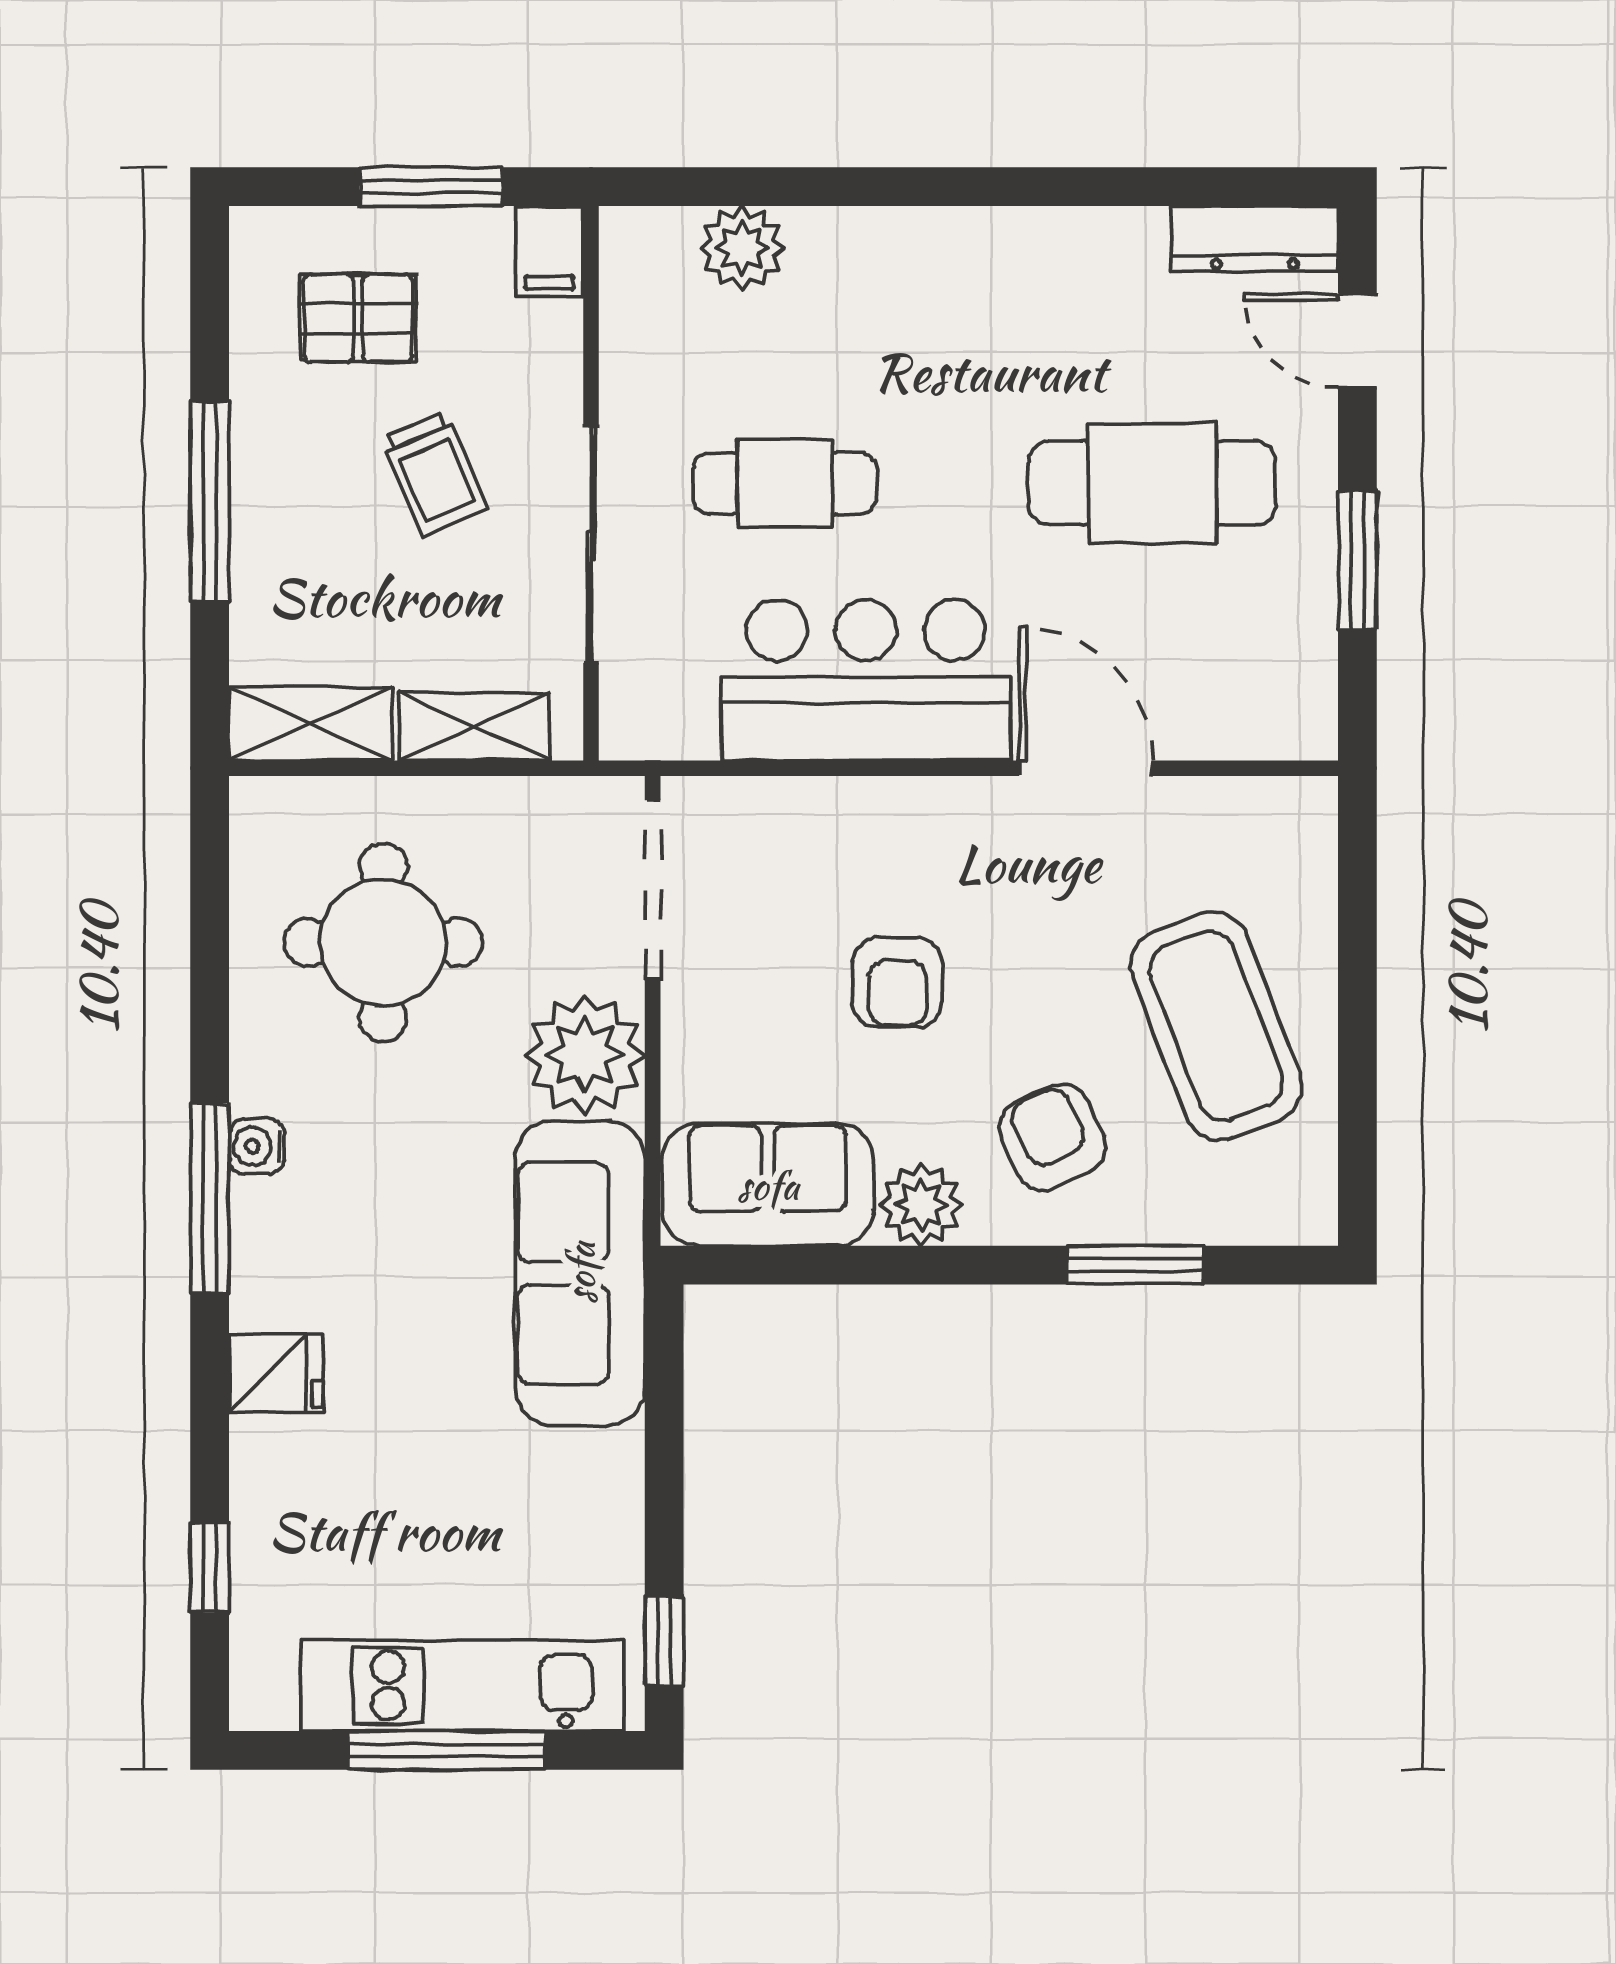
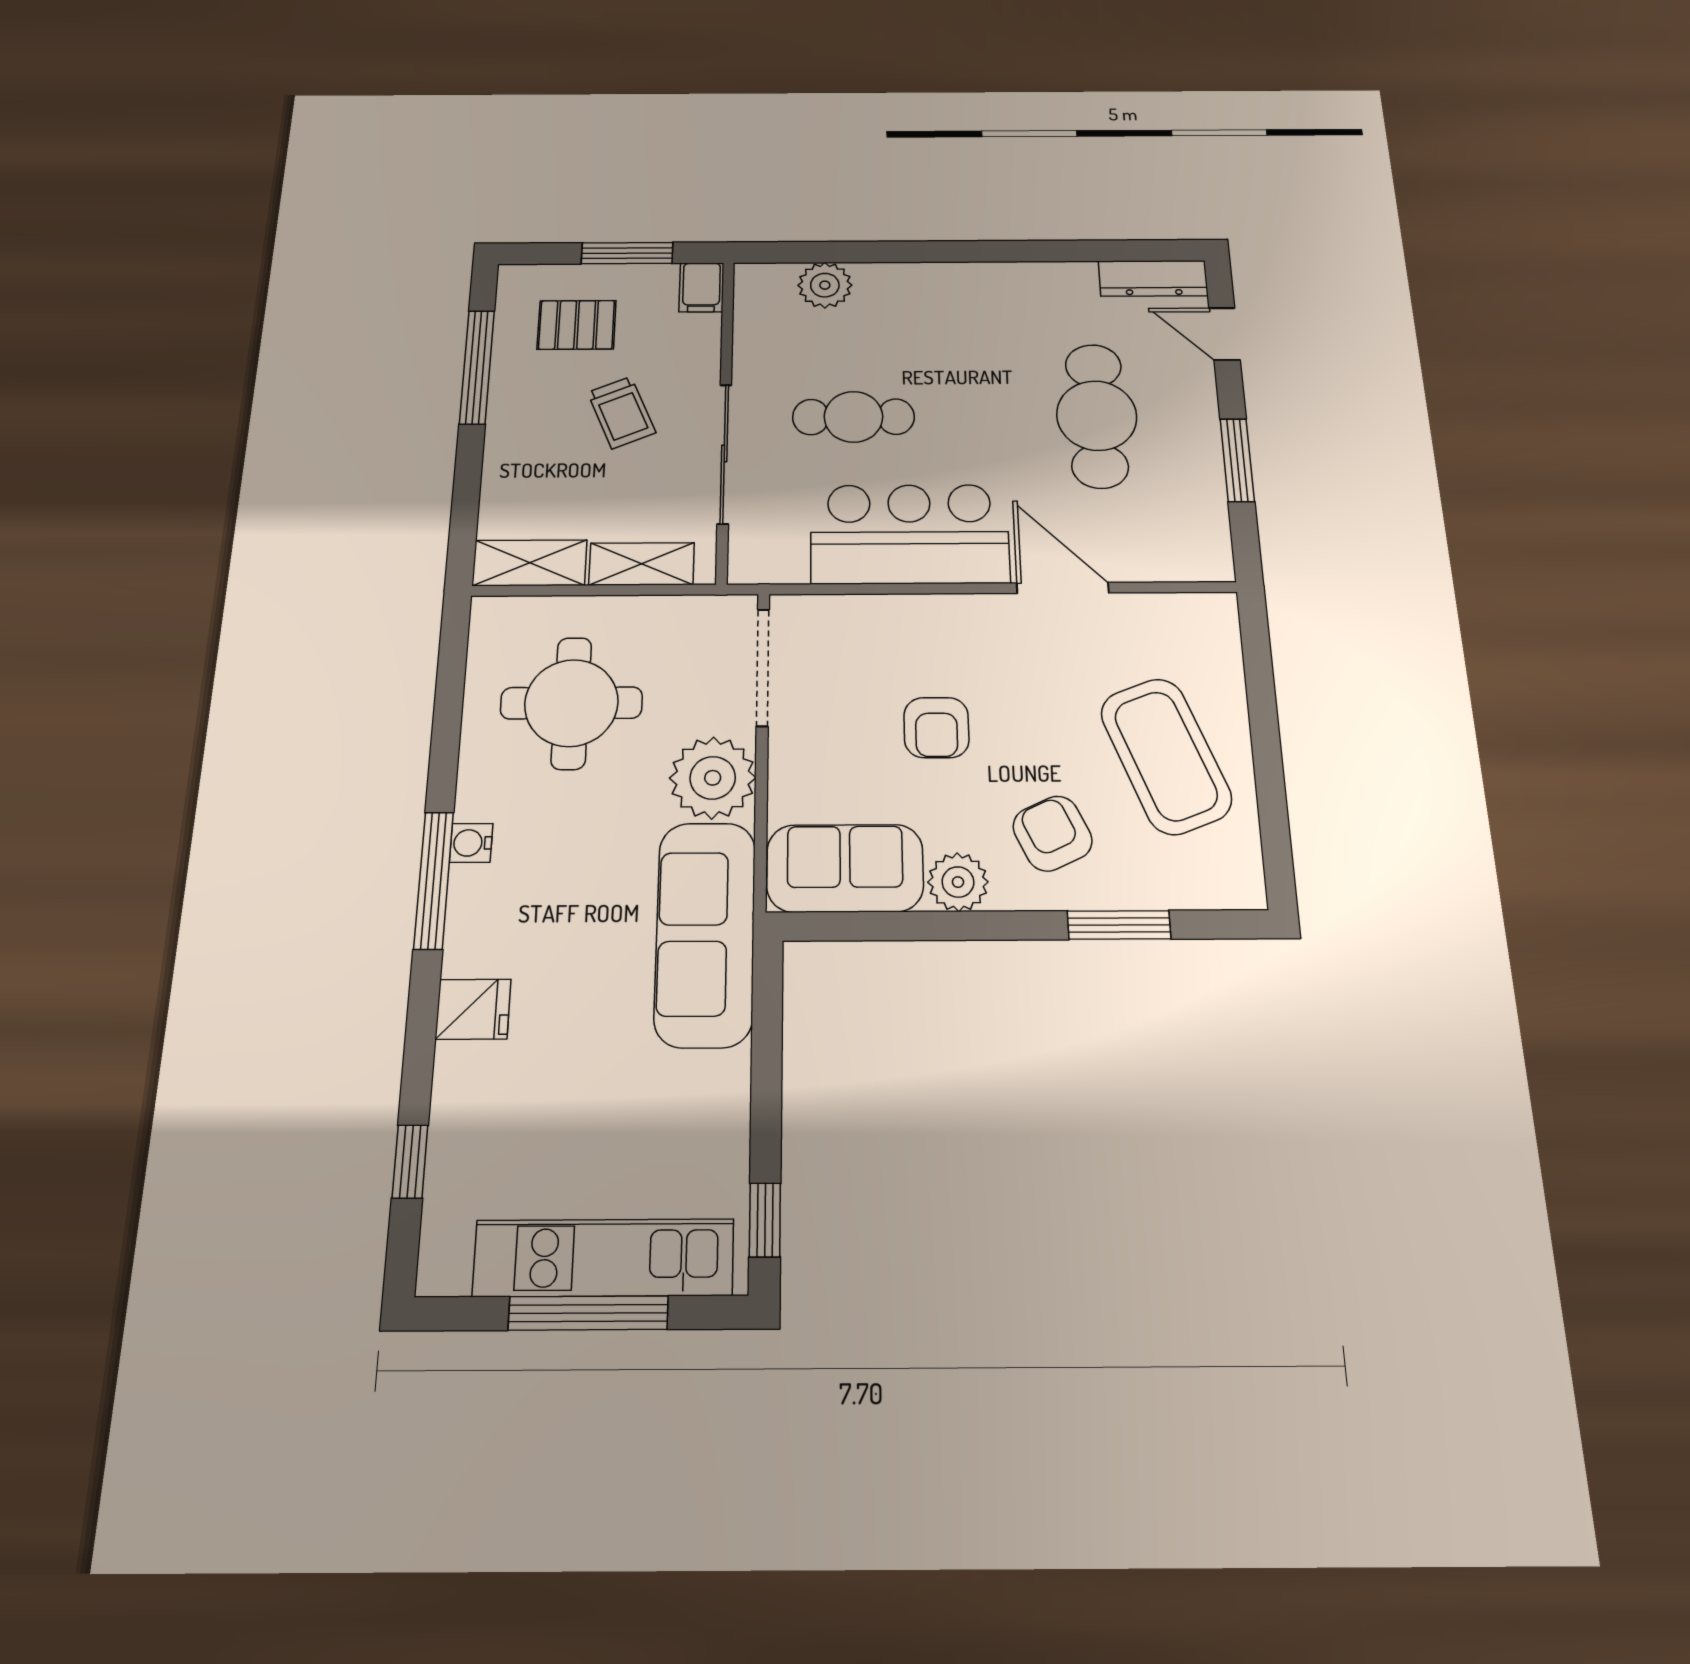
cafe table: (1152, 483) -> (1097, 416), turned 90
window: (210, 501) -> (477, 367), moved

